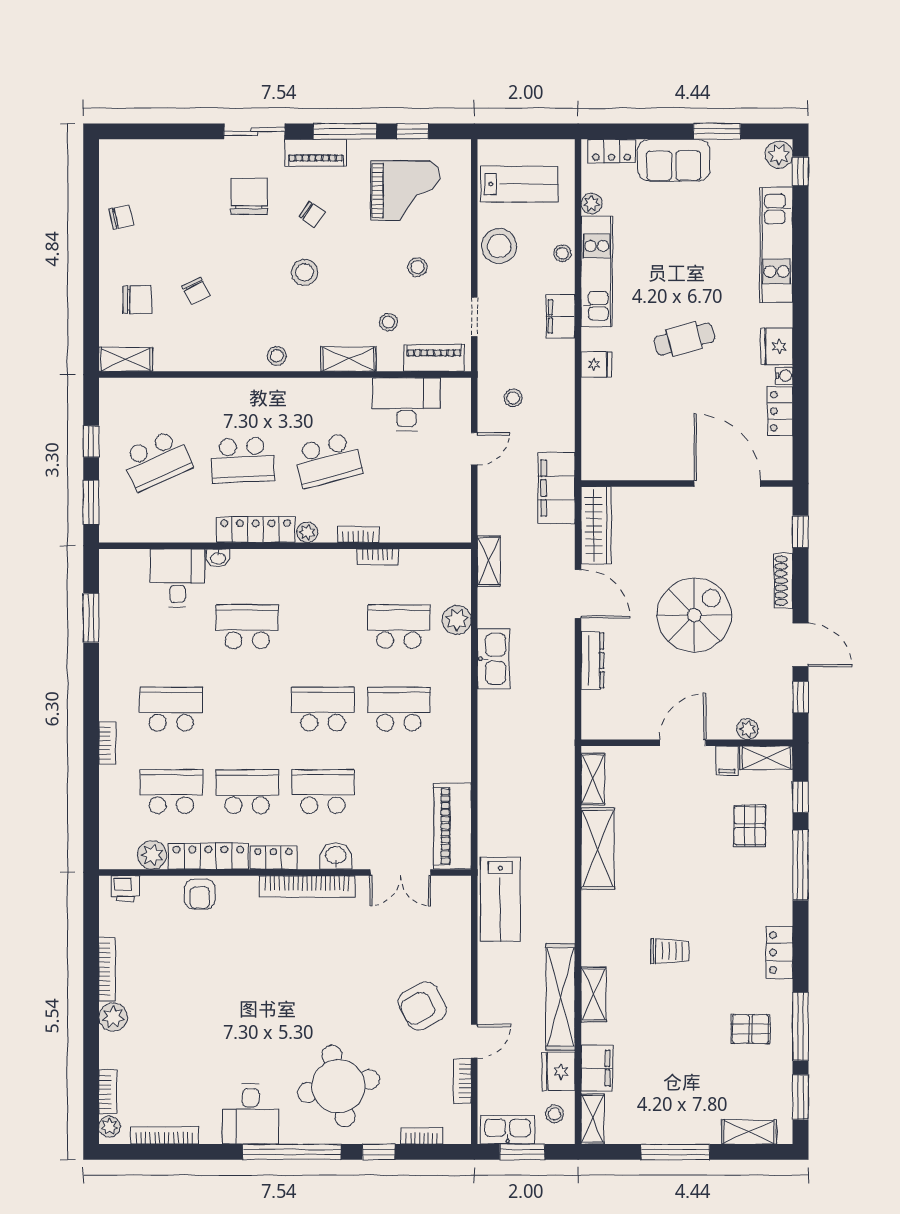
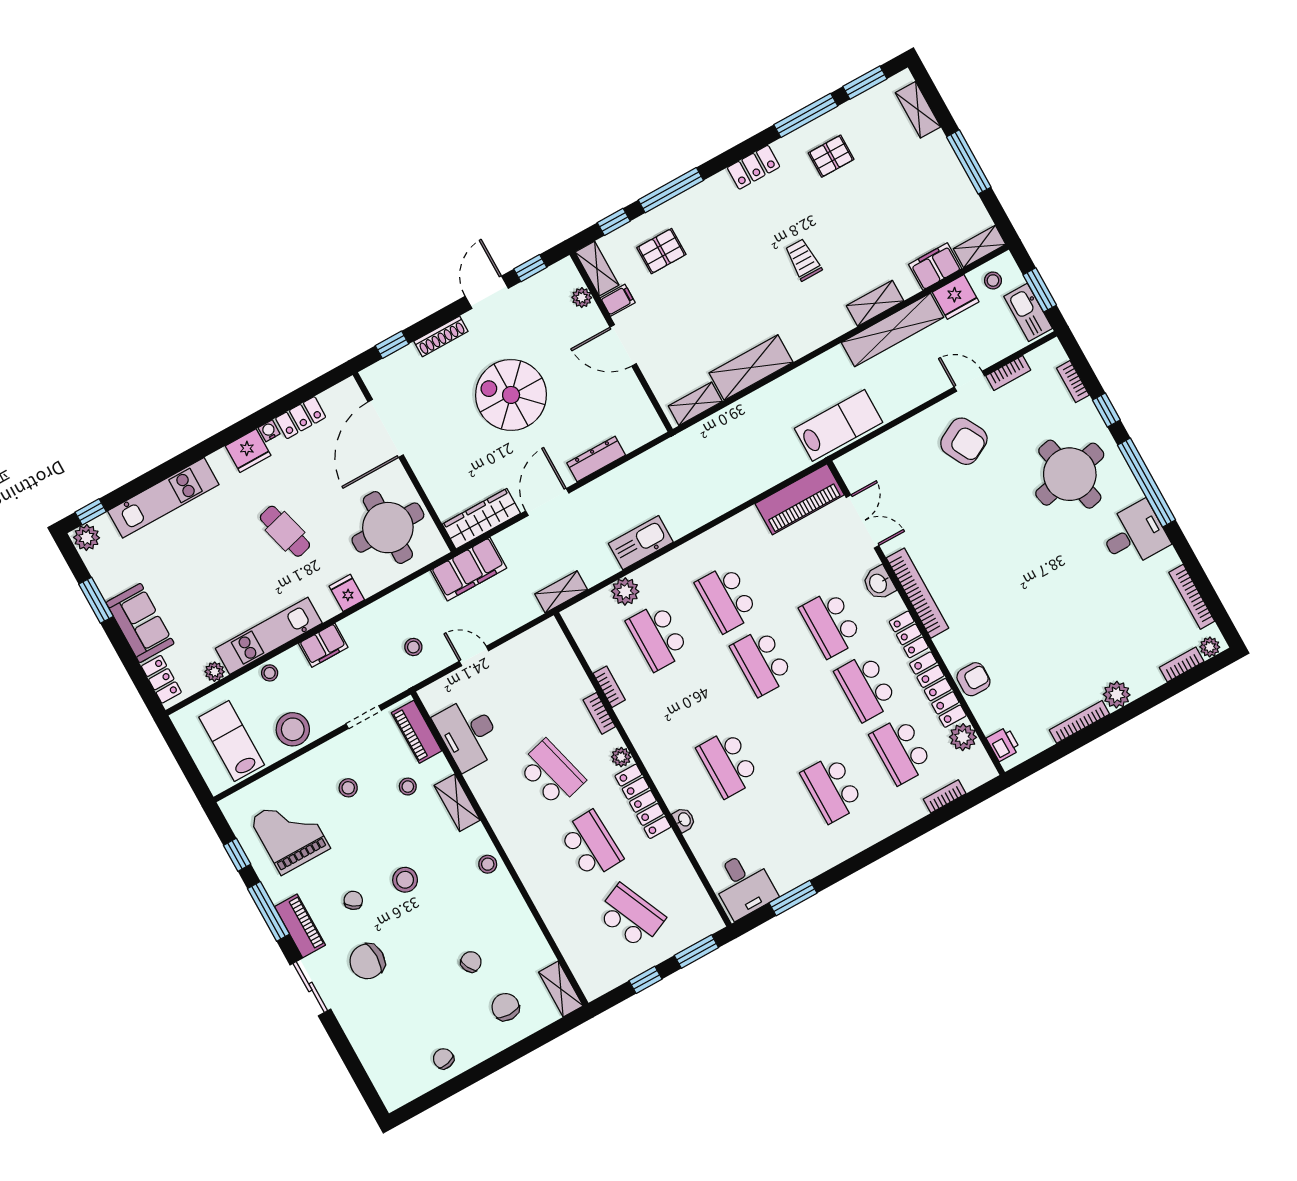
round table: (635, 435) -> (388, 528), added
desk: (178, 578) -> (743, 885), moved, turned -90
bookcase: (107, 743) -> (945, 796), moved
pallet: (750, 1029) -> (831, 156), turned 90

